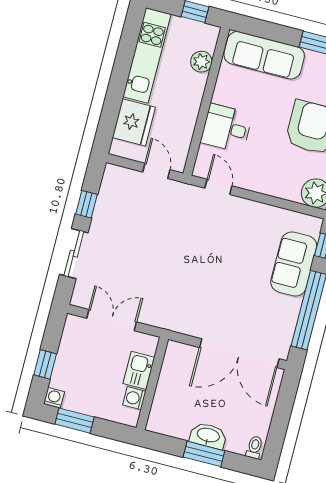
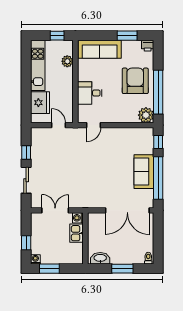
door: (218, 187) -> (94, 125), swing flipped
sofa: (294, 264) -> (144, 172), moved
washing machine: (134, 398) -> (78, 218), moved
washbasin: (208, 436) -> (100, 258), moved

